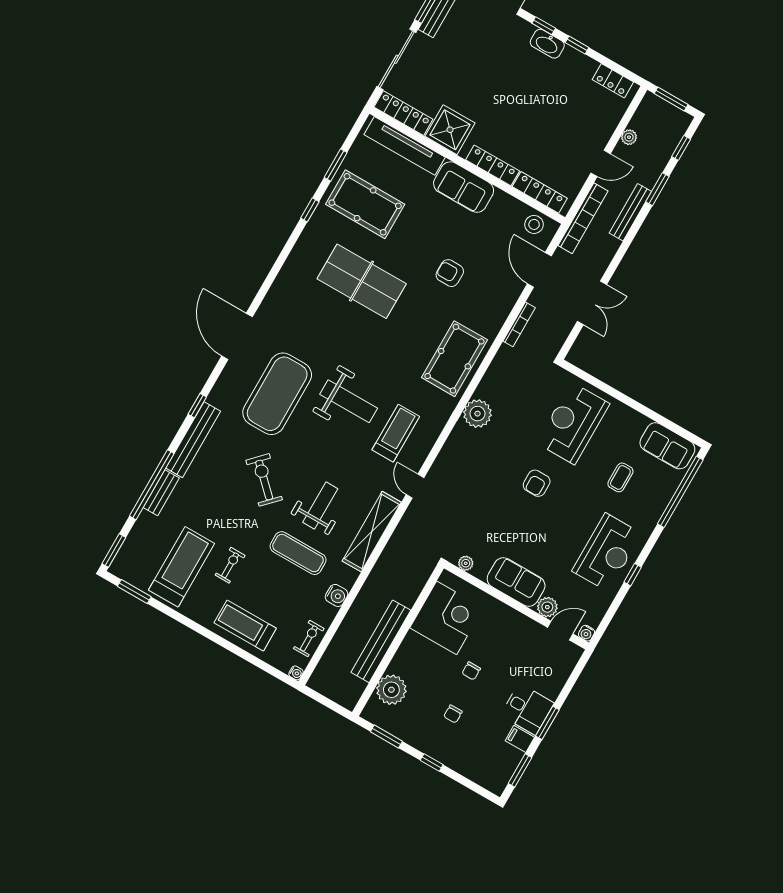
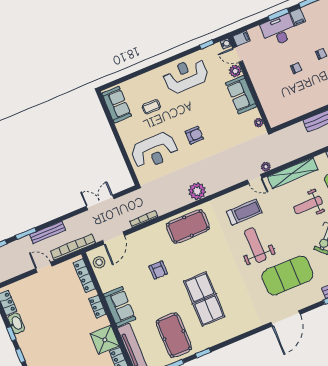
washbasin: (547, 44) -> (16, 323), moved
plant: (629, 137) -> (266, 167), moved
locker: (493, 165) -> (97, 307), width x0.66
treadmill: (396, 433) -> (244, 212), turned 180
door: (415, 486) -> (255, 179), hinge flipped
window: (680, 492) -> (128, 77), removed
window: (633, 575) -> (207, 44), moved
corner desk: (447, 618) -> (288, 103), removed
filing cabinet: (571, 655) -> (241, 38), added
desk: (527, 709) -> (279, 30), width x1.37

